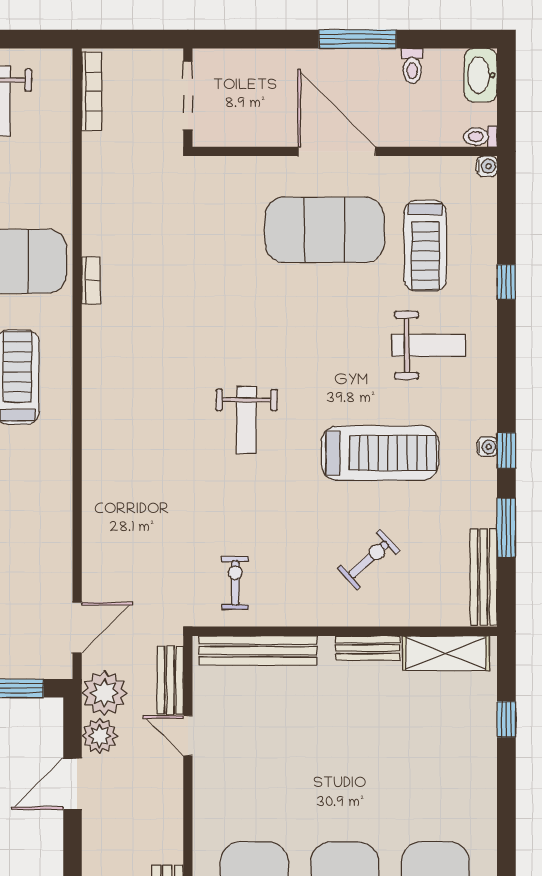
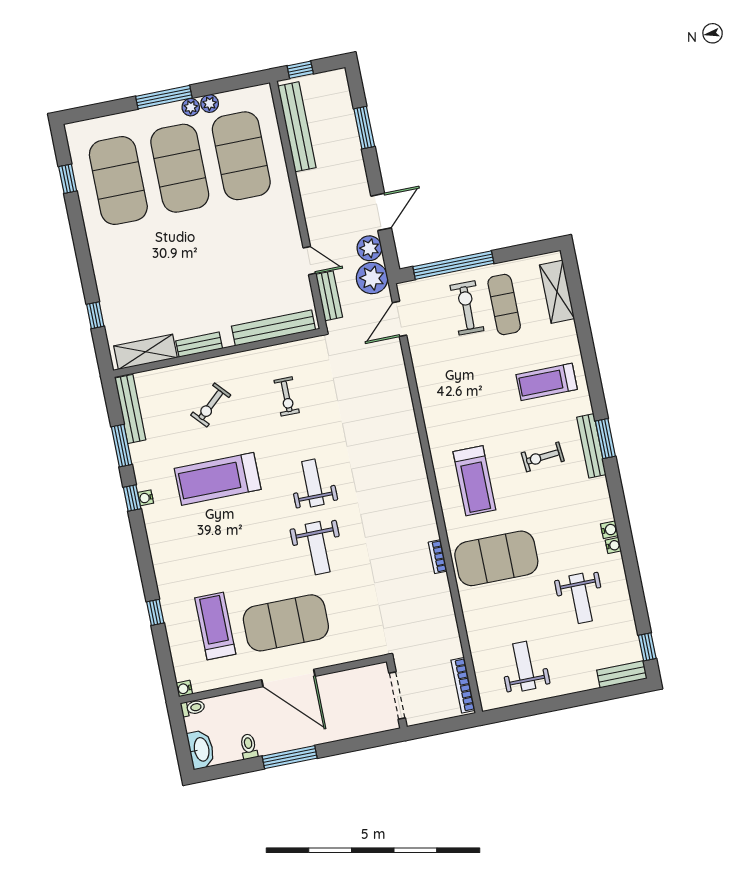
weight bench: (429, 345) -> (318, 548), moved, turned -90
exercise bike: (235, 583) -> (287, 396), moved

